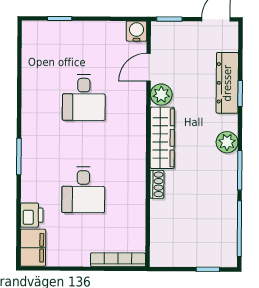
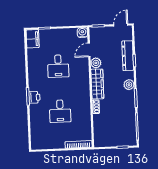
printer: (32, 215) -> (34, 97), moved
filing cabinet: (33, 248) -> (33, 39), moved

